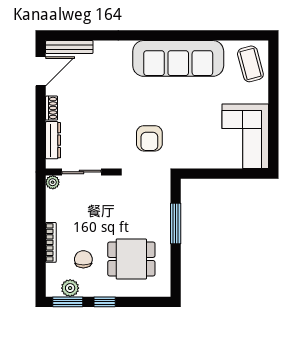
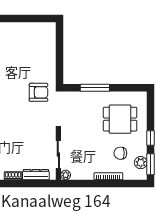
corner sofa: (245, 136) -> (33, 38), removed
armchair: (149, 138) -> (38, 92), moved
dining table: (131, 259) -> (120, 119), turned 90

